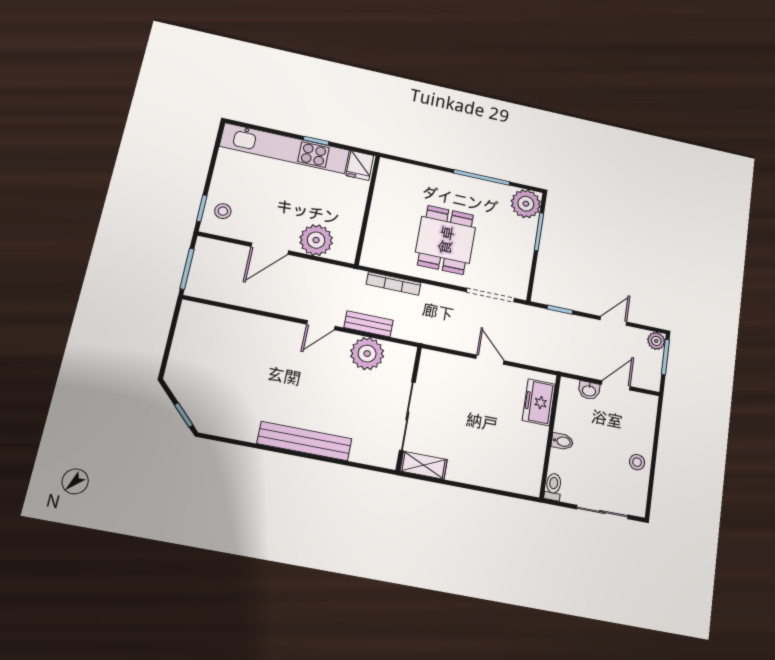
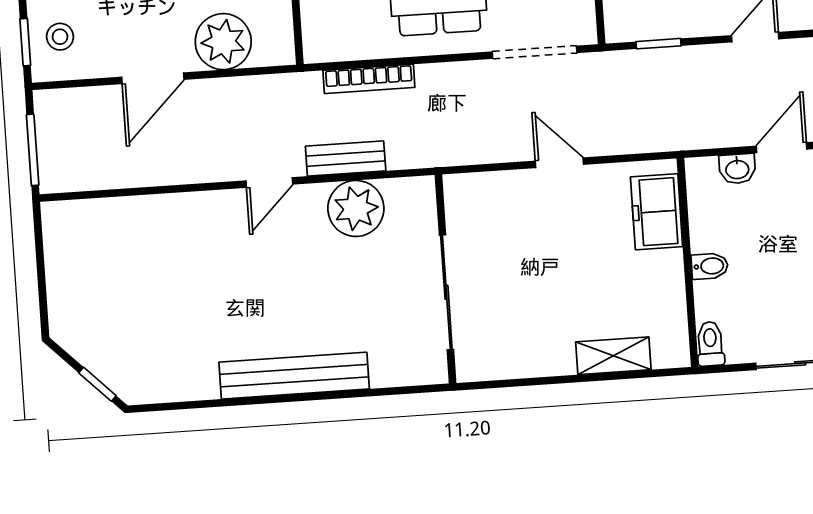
shelving: (424, 465) -> (613, 356), moved

